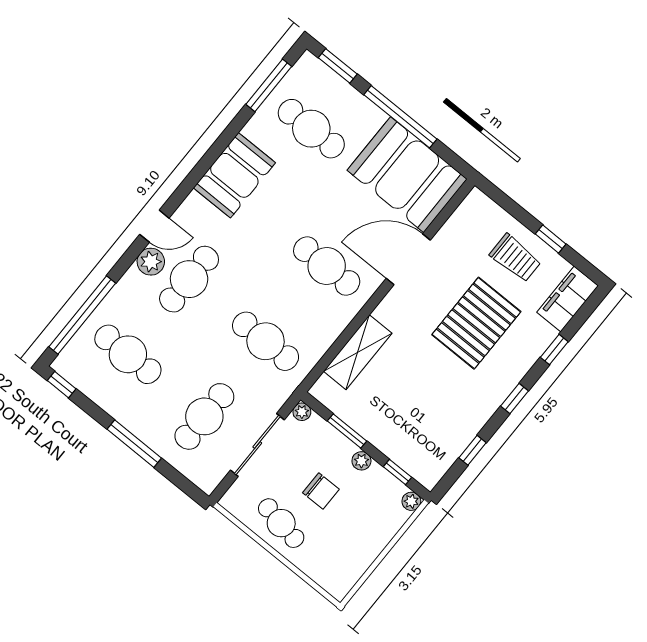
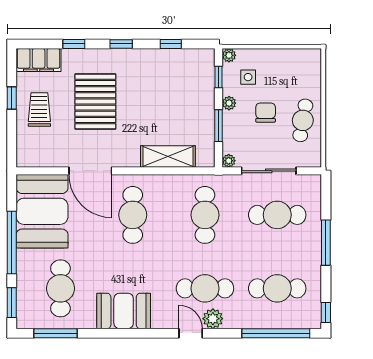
pallet: (476, 323) -> (95, 101), turned 90
cafe table: (128, 354) -> (277, 288), turned 90
side table: (373, 503) -> (248, 77), added

